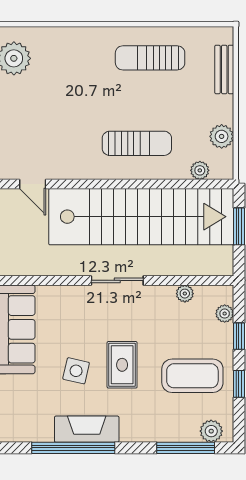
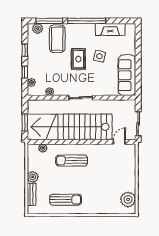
plant: (222, 136) -> (33, 177), moved
door: (33, 184) -> (119, 142), hinge flipped
coffee table: (192, 376) -> (57, 39), moved, turned 90
fireplace: (87, 429) -> (110, 29), moved
window: (73, 448) -> (87, 21), moved

